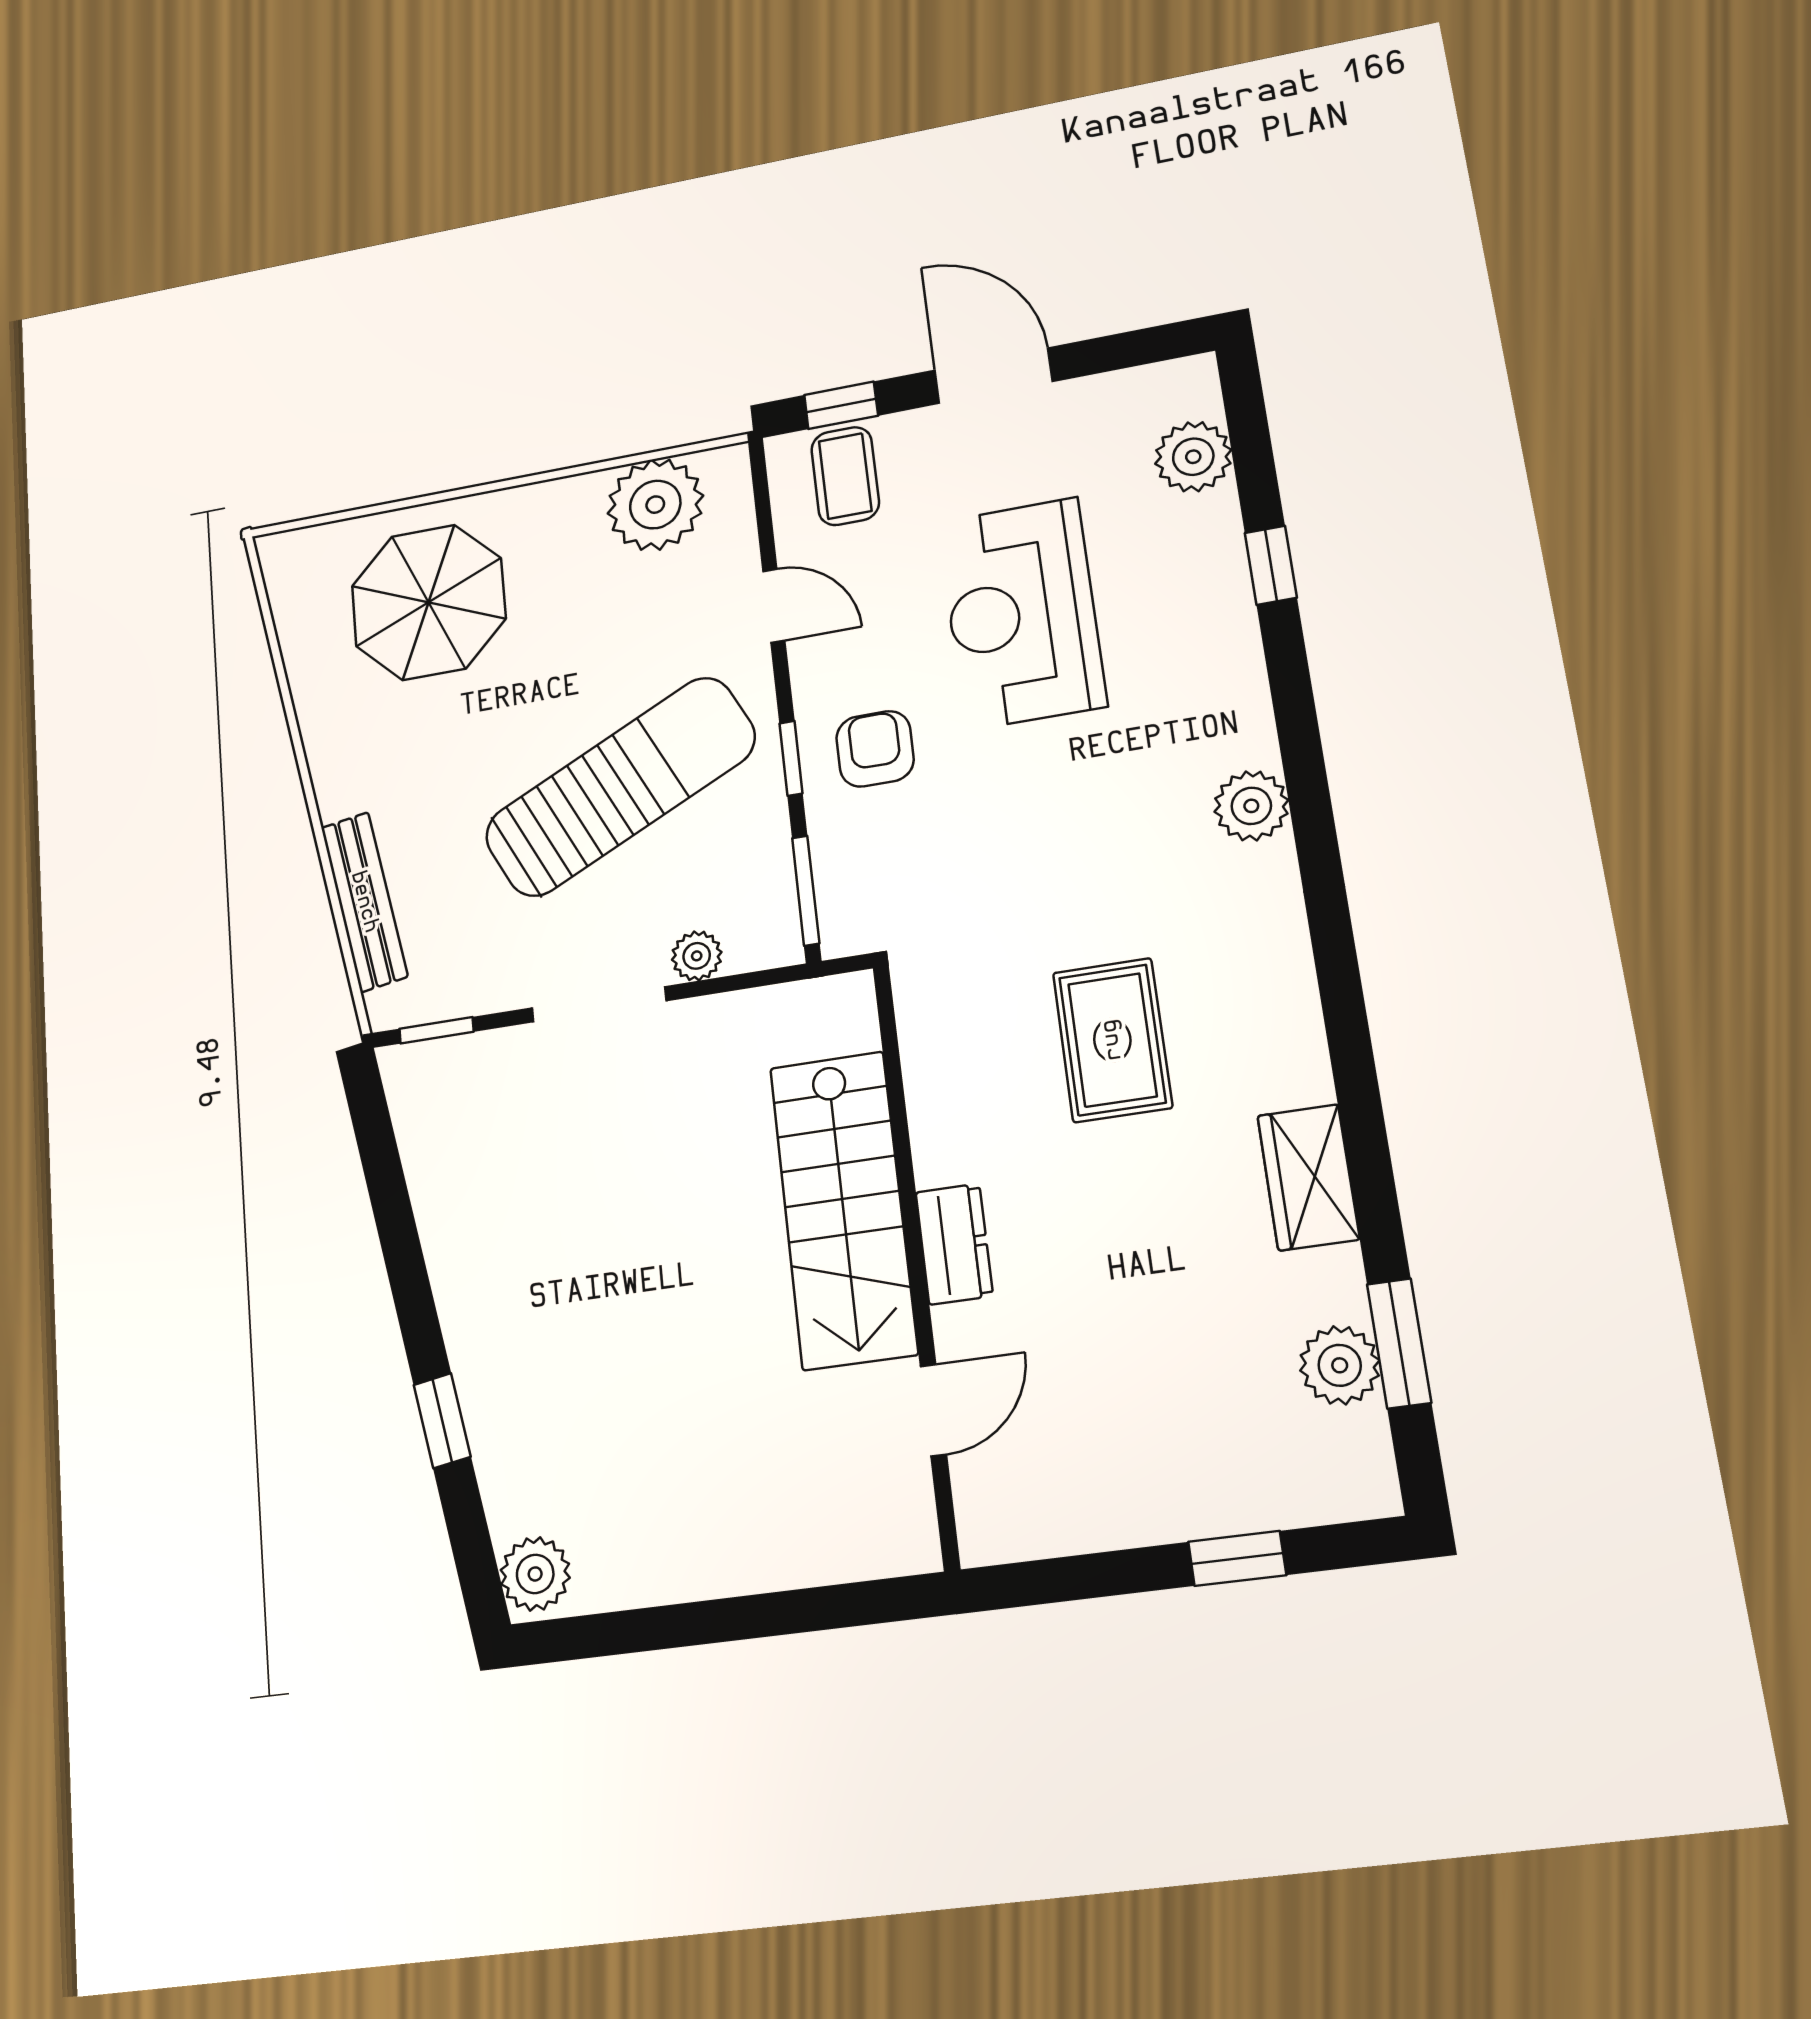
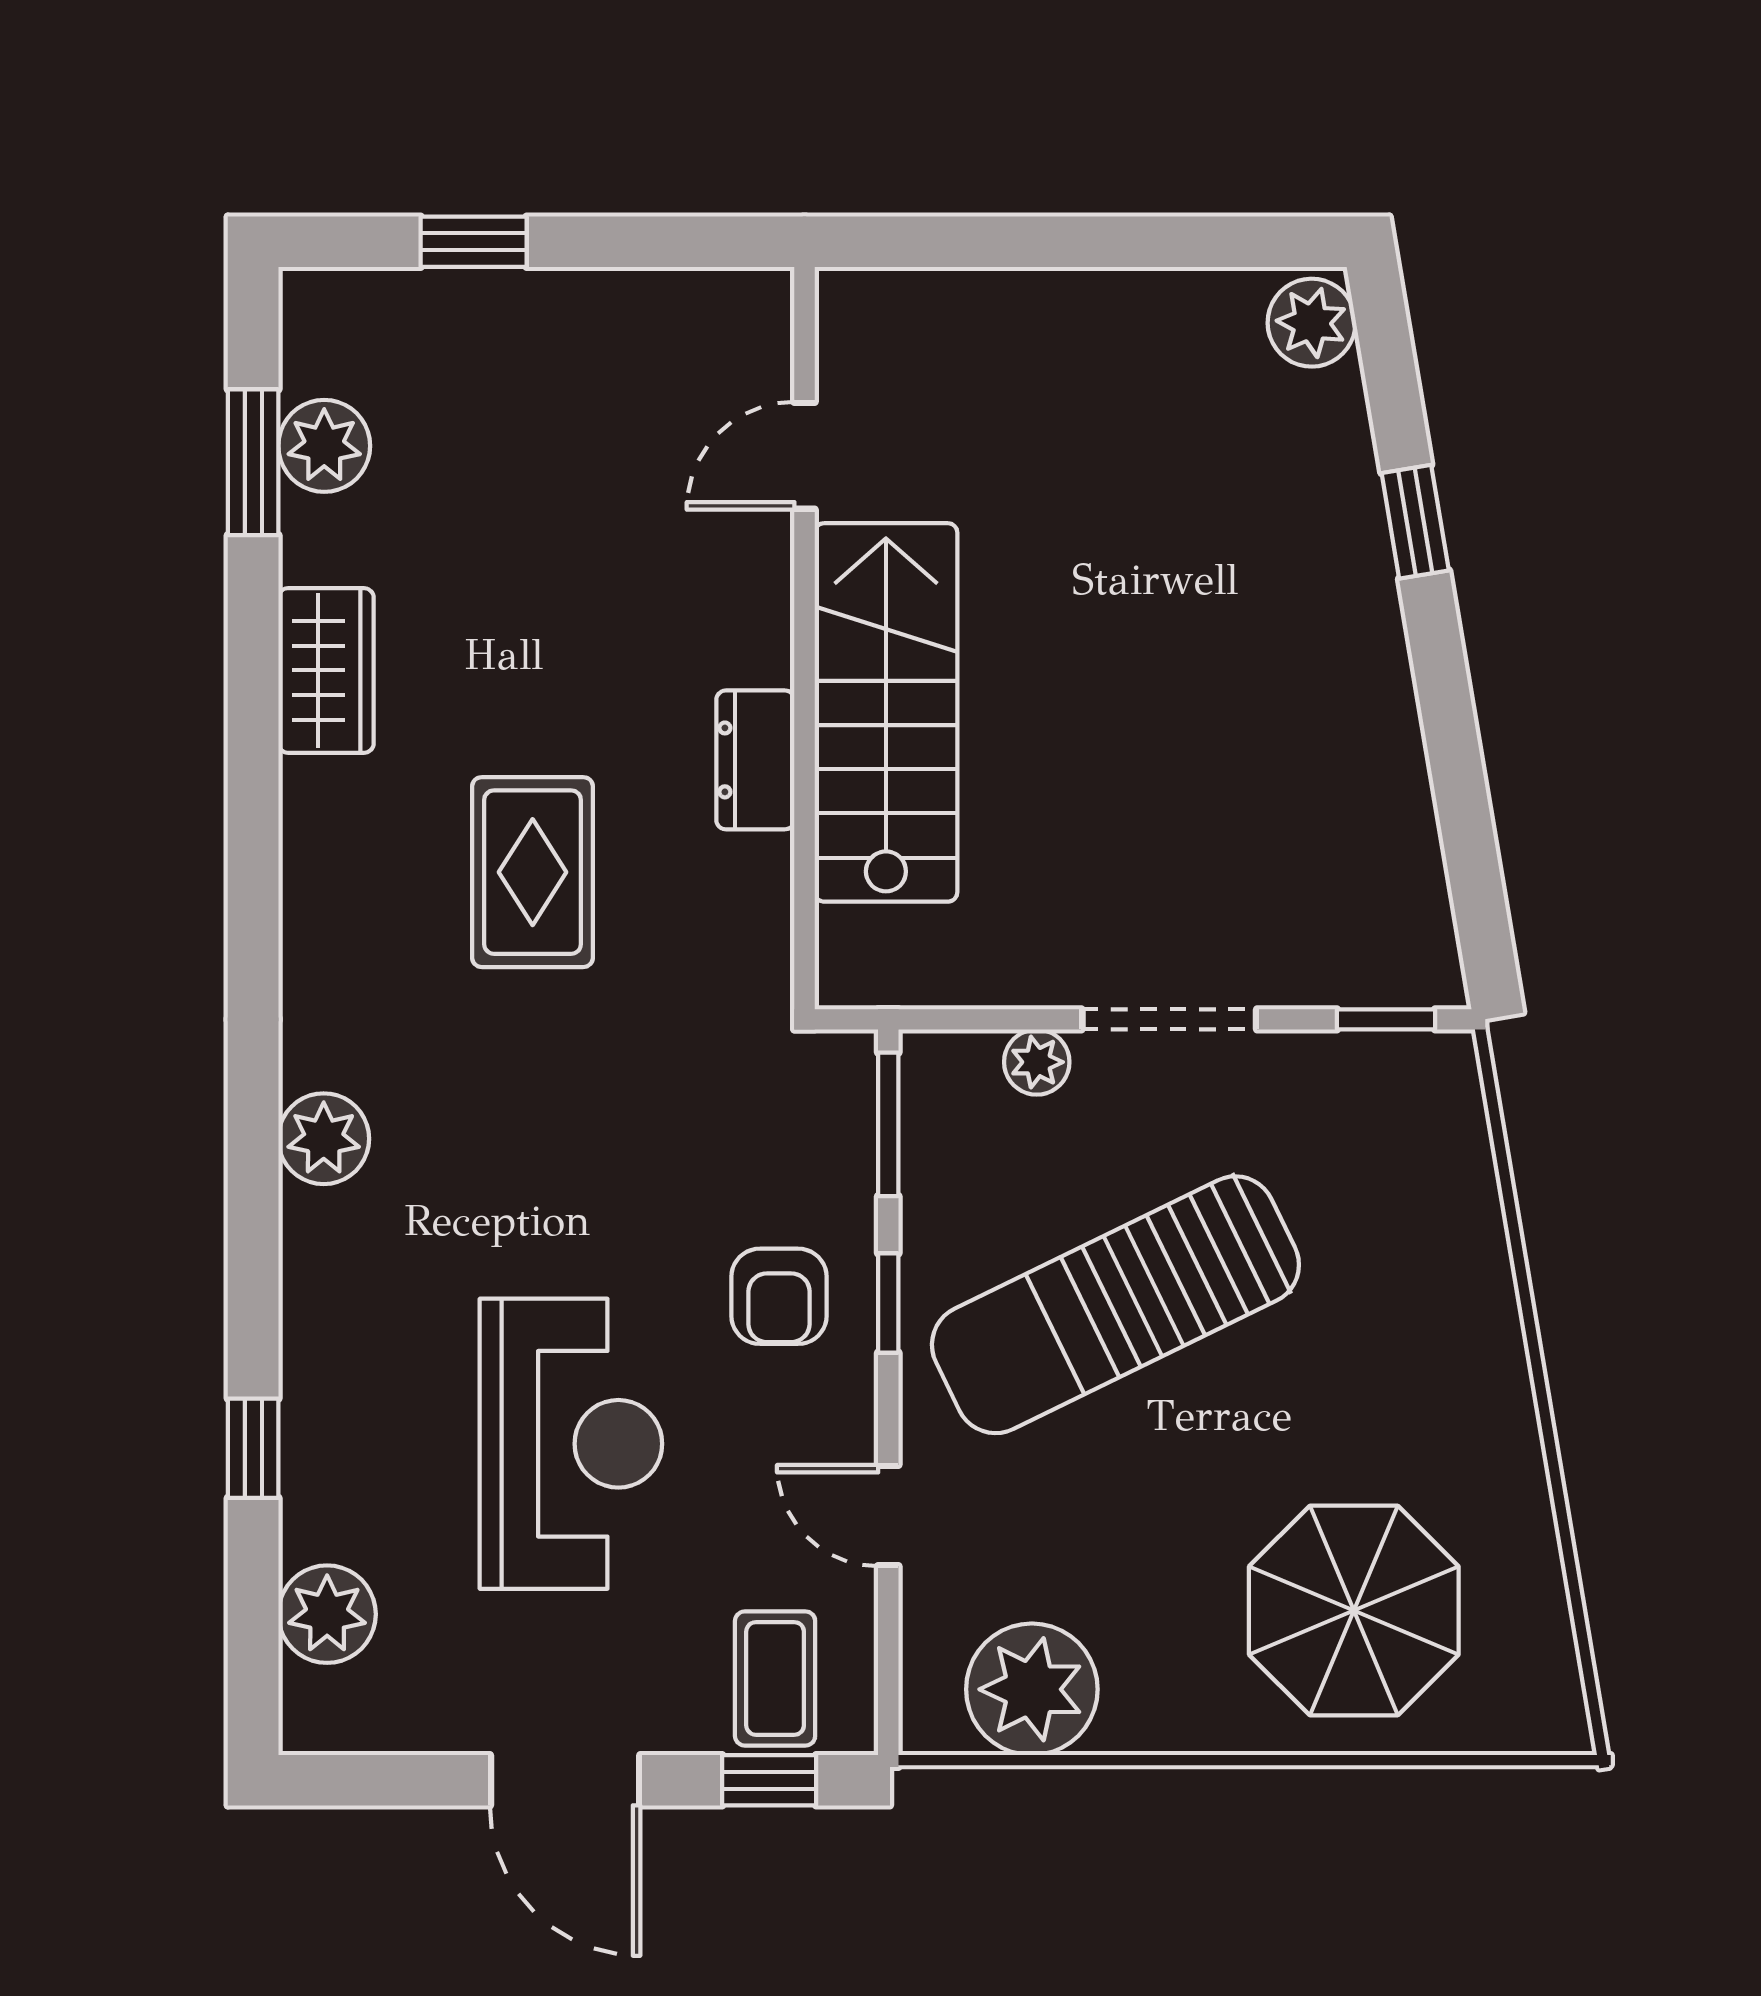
bench: (364, 902) -> (1471, 1208), removed
dresser: (954, 1244) -> (755, 760), moved

